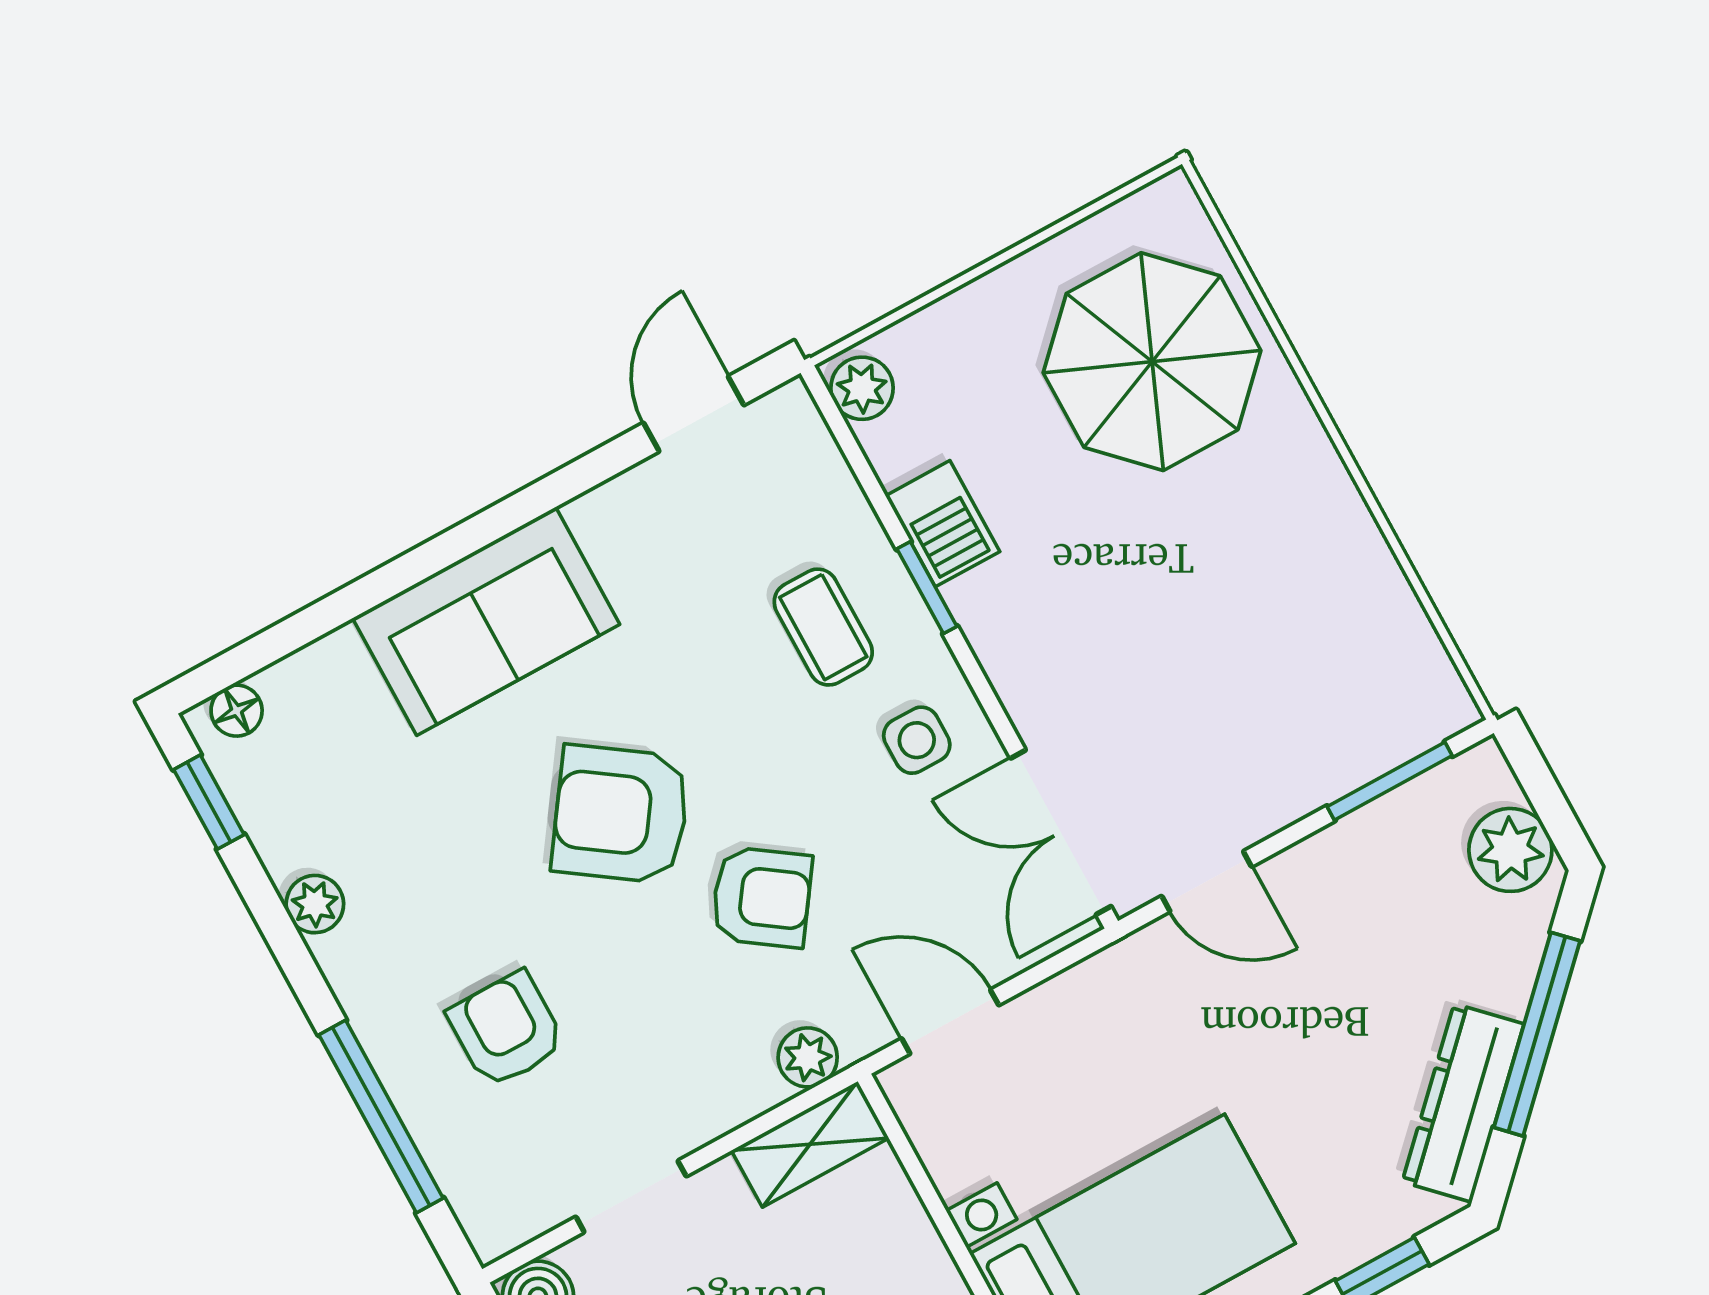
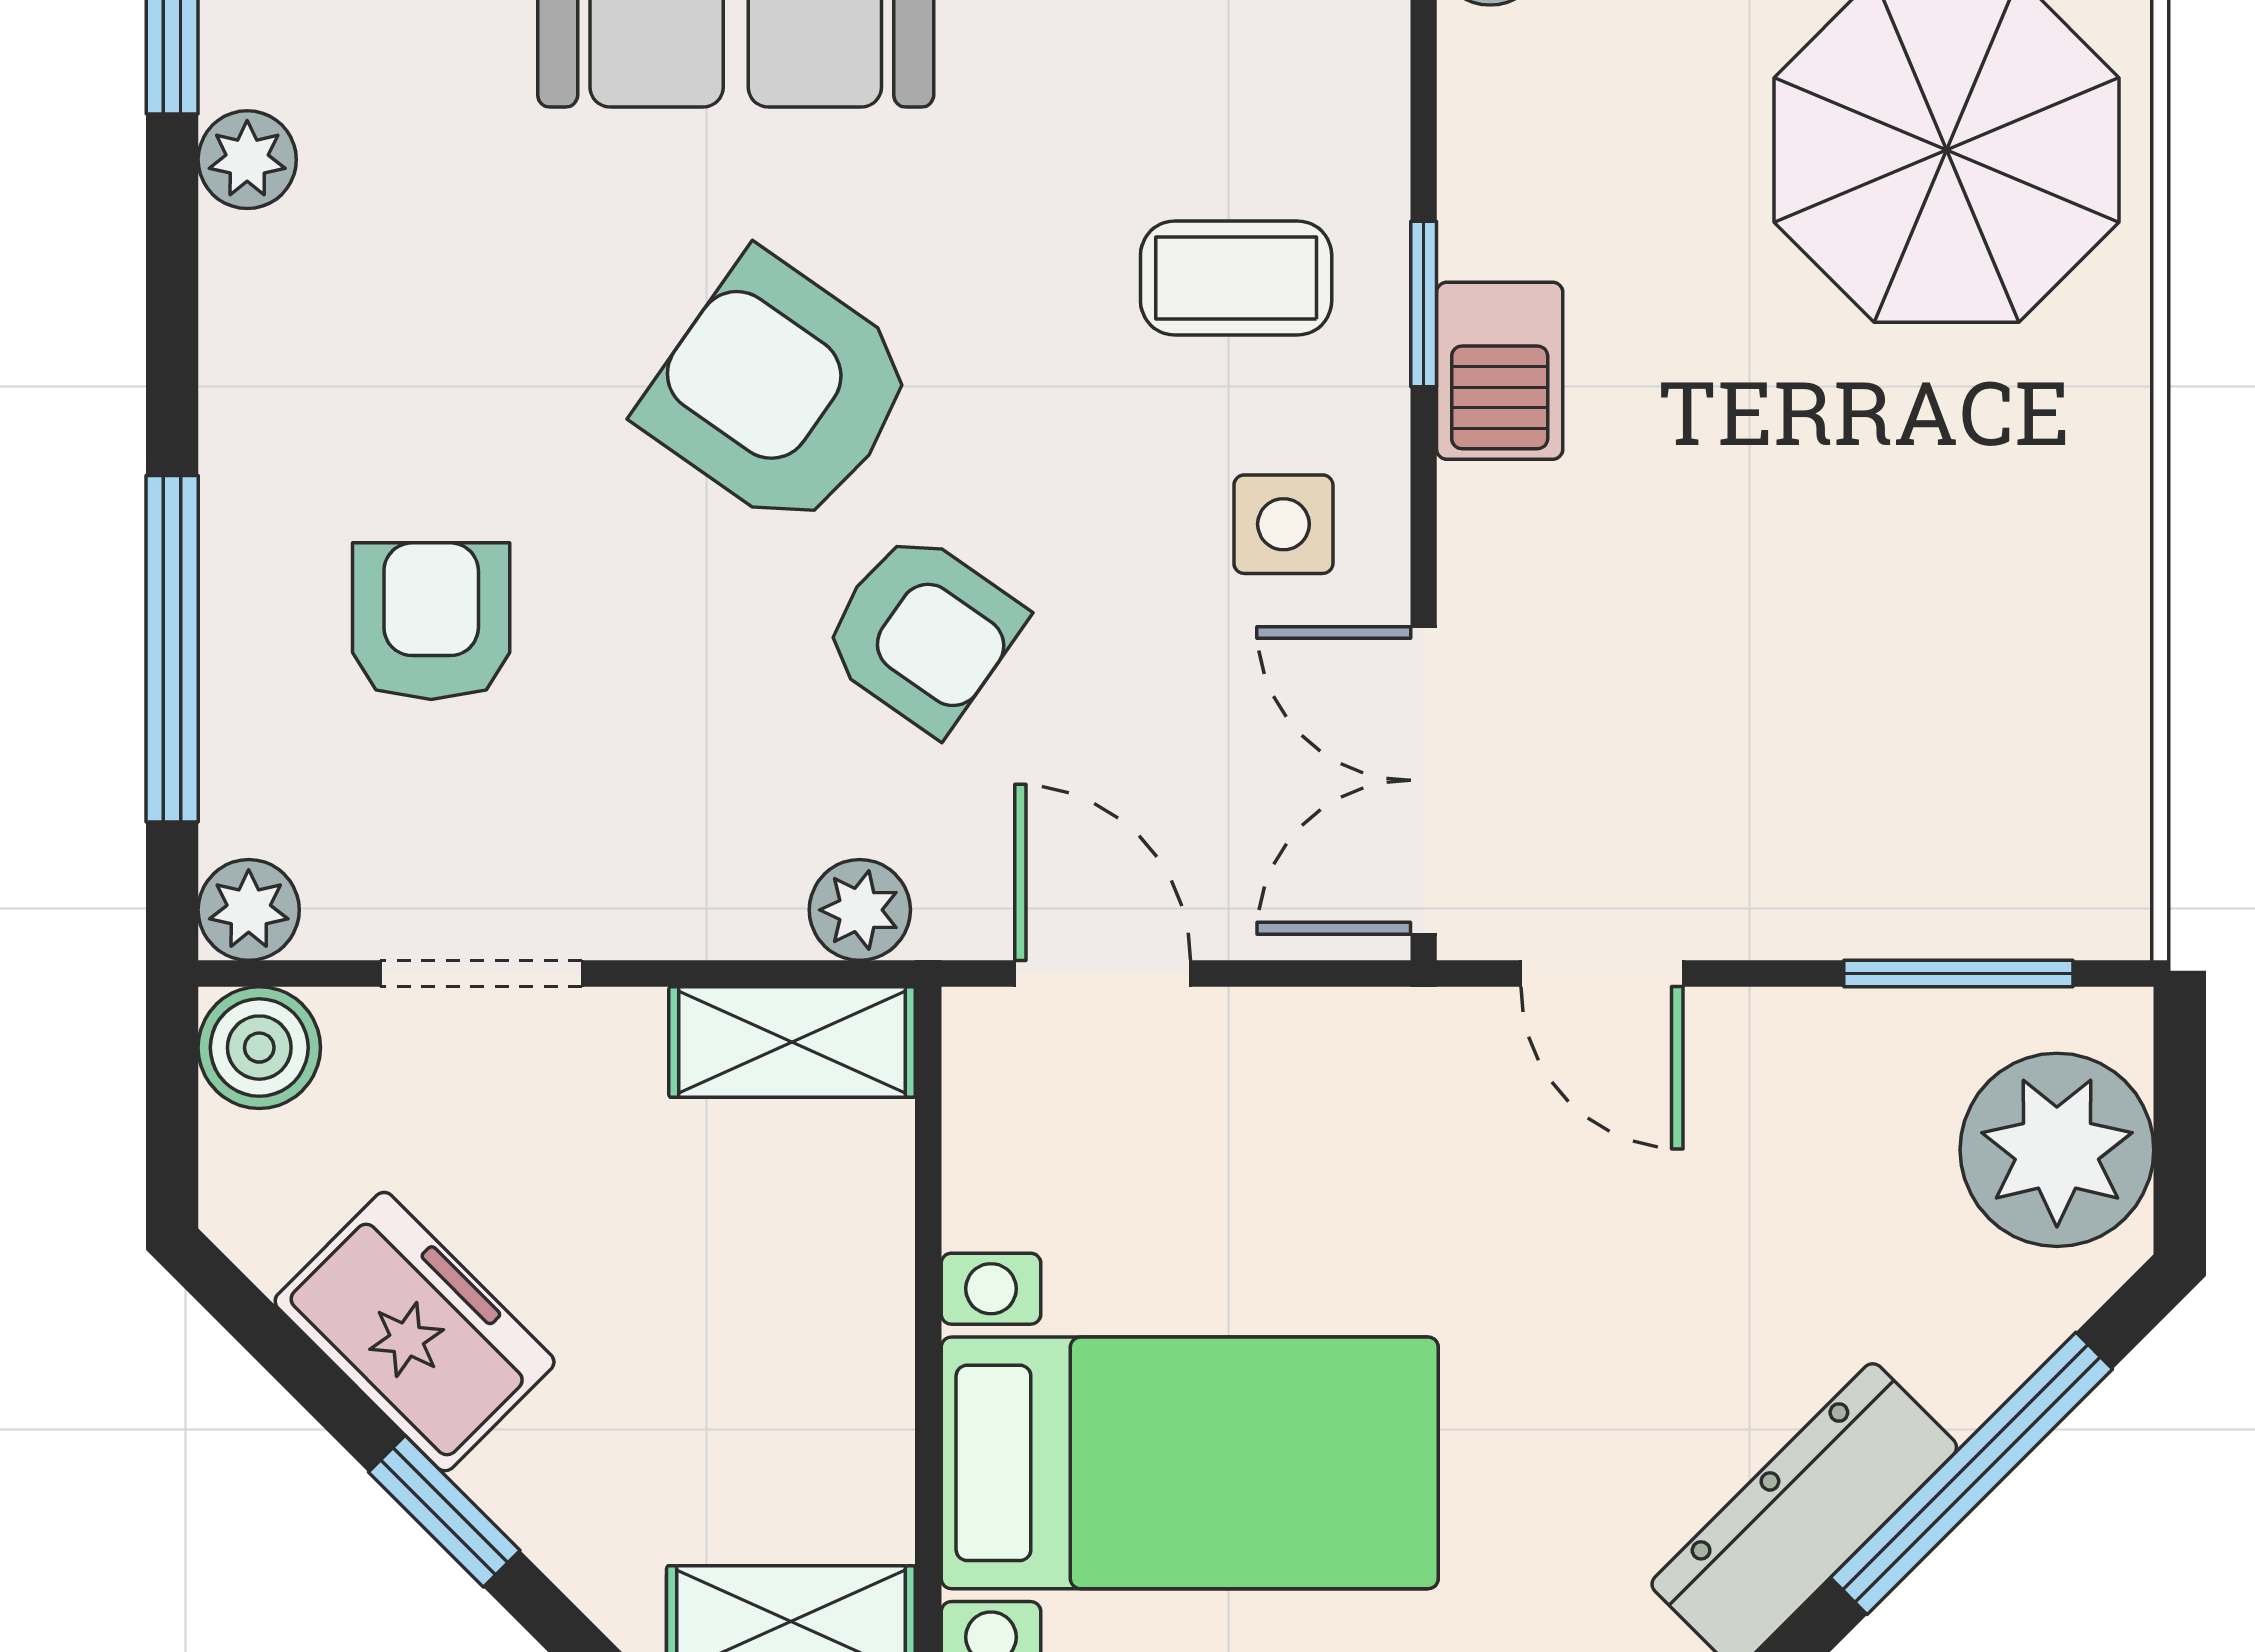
barbecue: (943, 524) -> (1500, 371), moved
coffee table: (823, 627) -> (1236, 278), turned 90
plant: (1510, 850) -> (2057, 1150), width x1.36, depth x1.36
plant: (315, 904) -> (247, 160), moved
plant: (494, 1229) -> (249, 910), added

